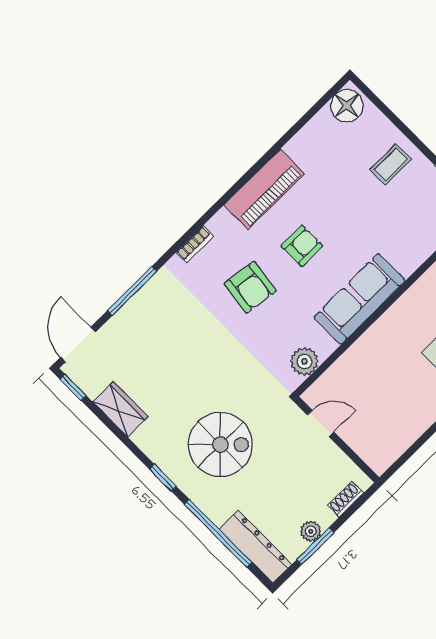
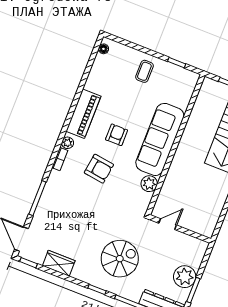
floor lamp: (347, 106) -> (103, 49), width x0.53, depth x0.53
plant: (219, 224) -> (68, 143), added
sofa: (360, 299) -> (160, 139), width x1.36, depth x1.27
plant: (304, 361) -> (149, 184), moved
shoe rack: (345, 499) -> (198, 258), removed
plant: (311, 531) -> (185, 277), width x1.88, depth x1.88

